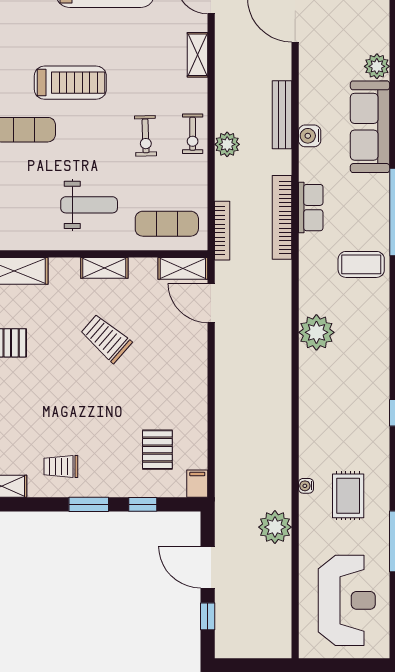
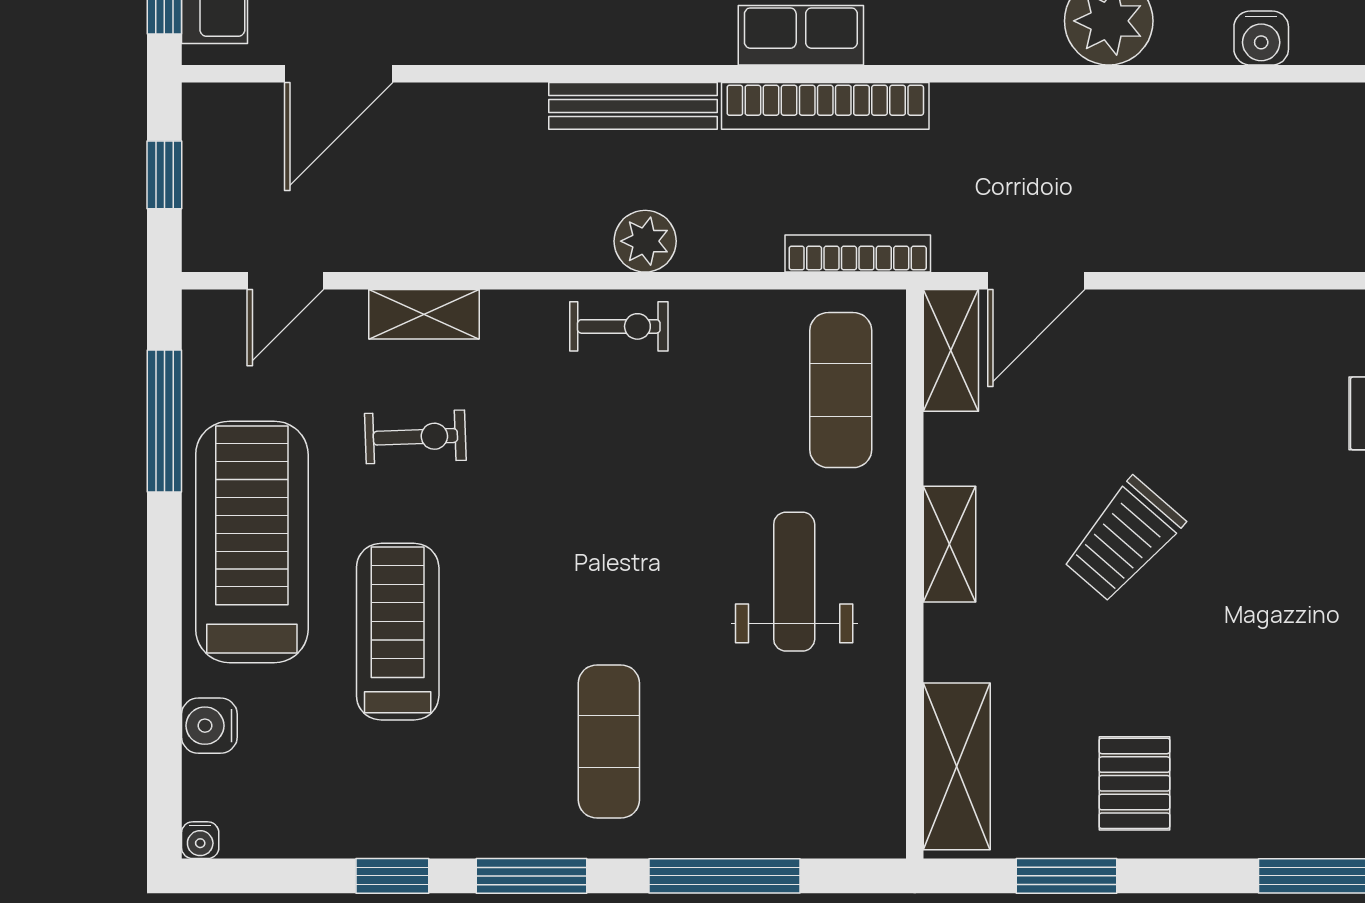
treadmill: (70, 83) -> (398, 632), moved
bench: (282, 115) -> (633, 106), moved
exercise bike: (146, 136) -> (415, 437), moved
water cooler: (310, 136) -> (1261, 38), moved

